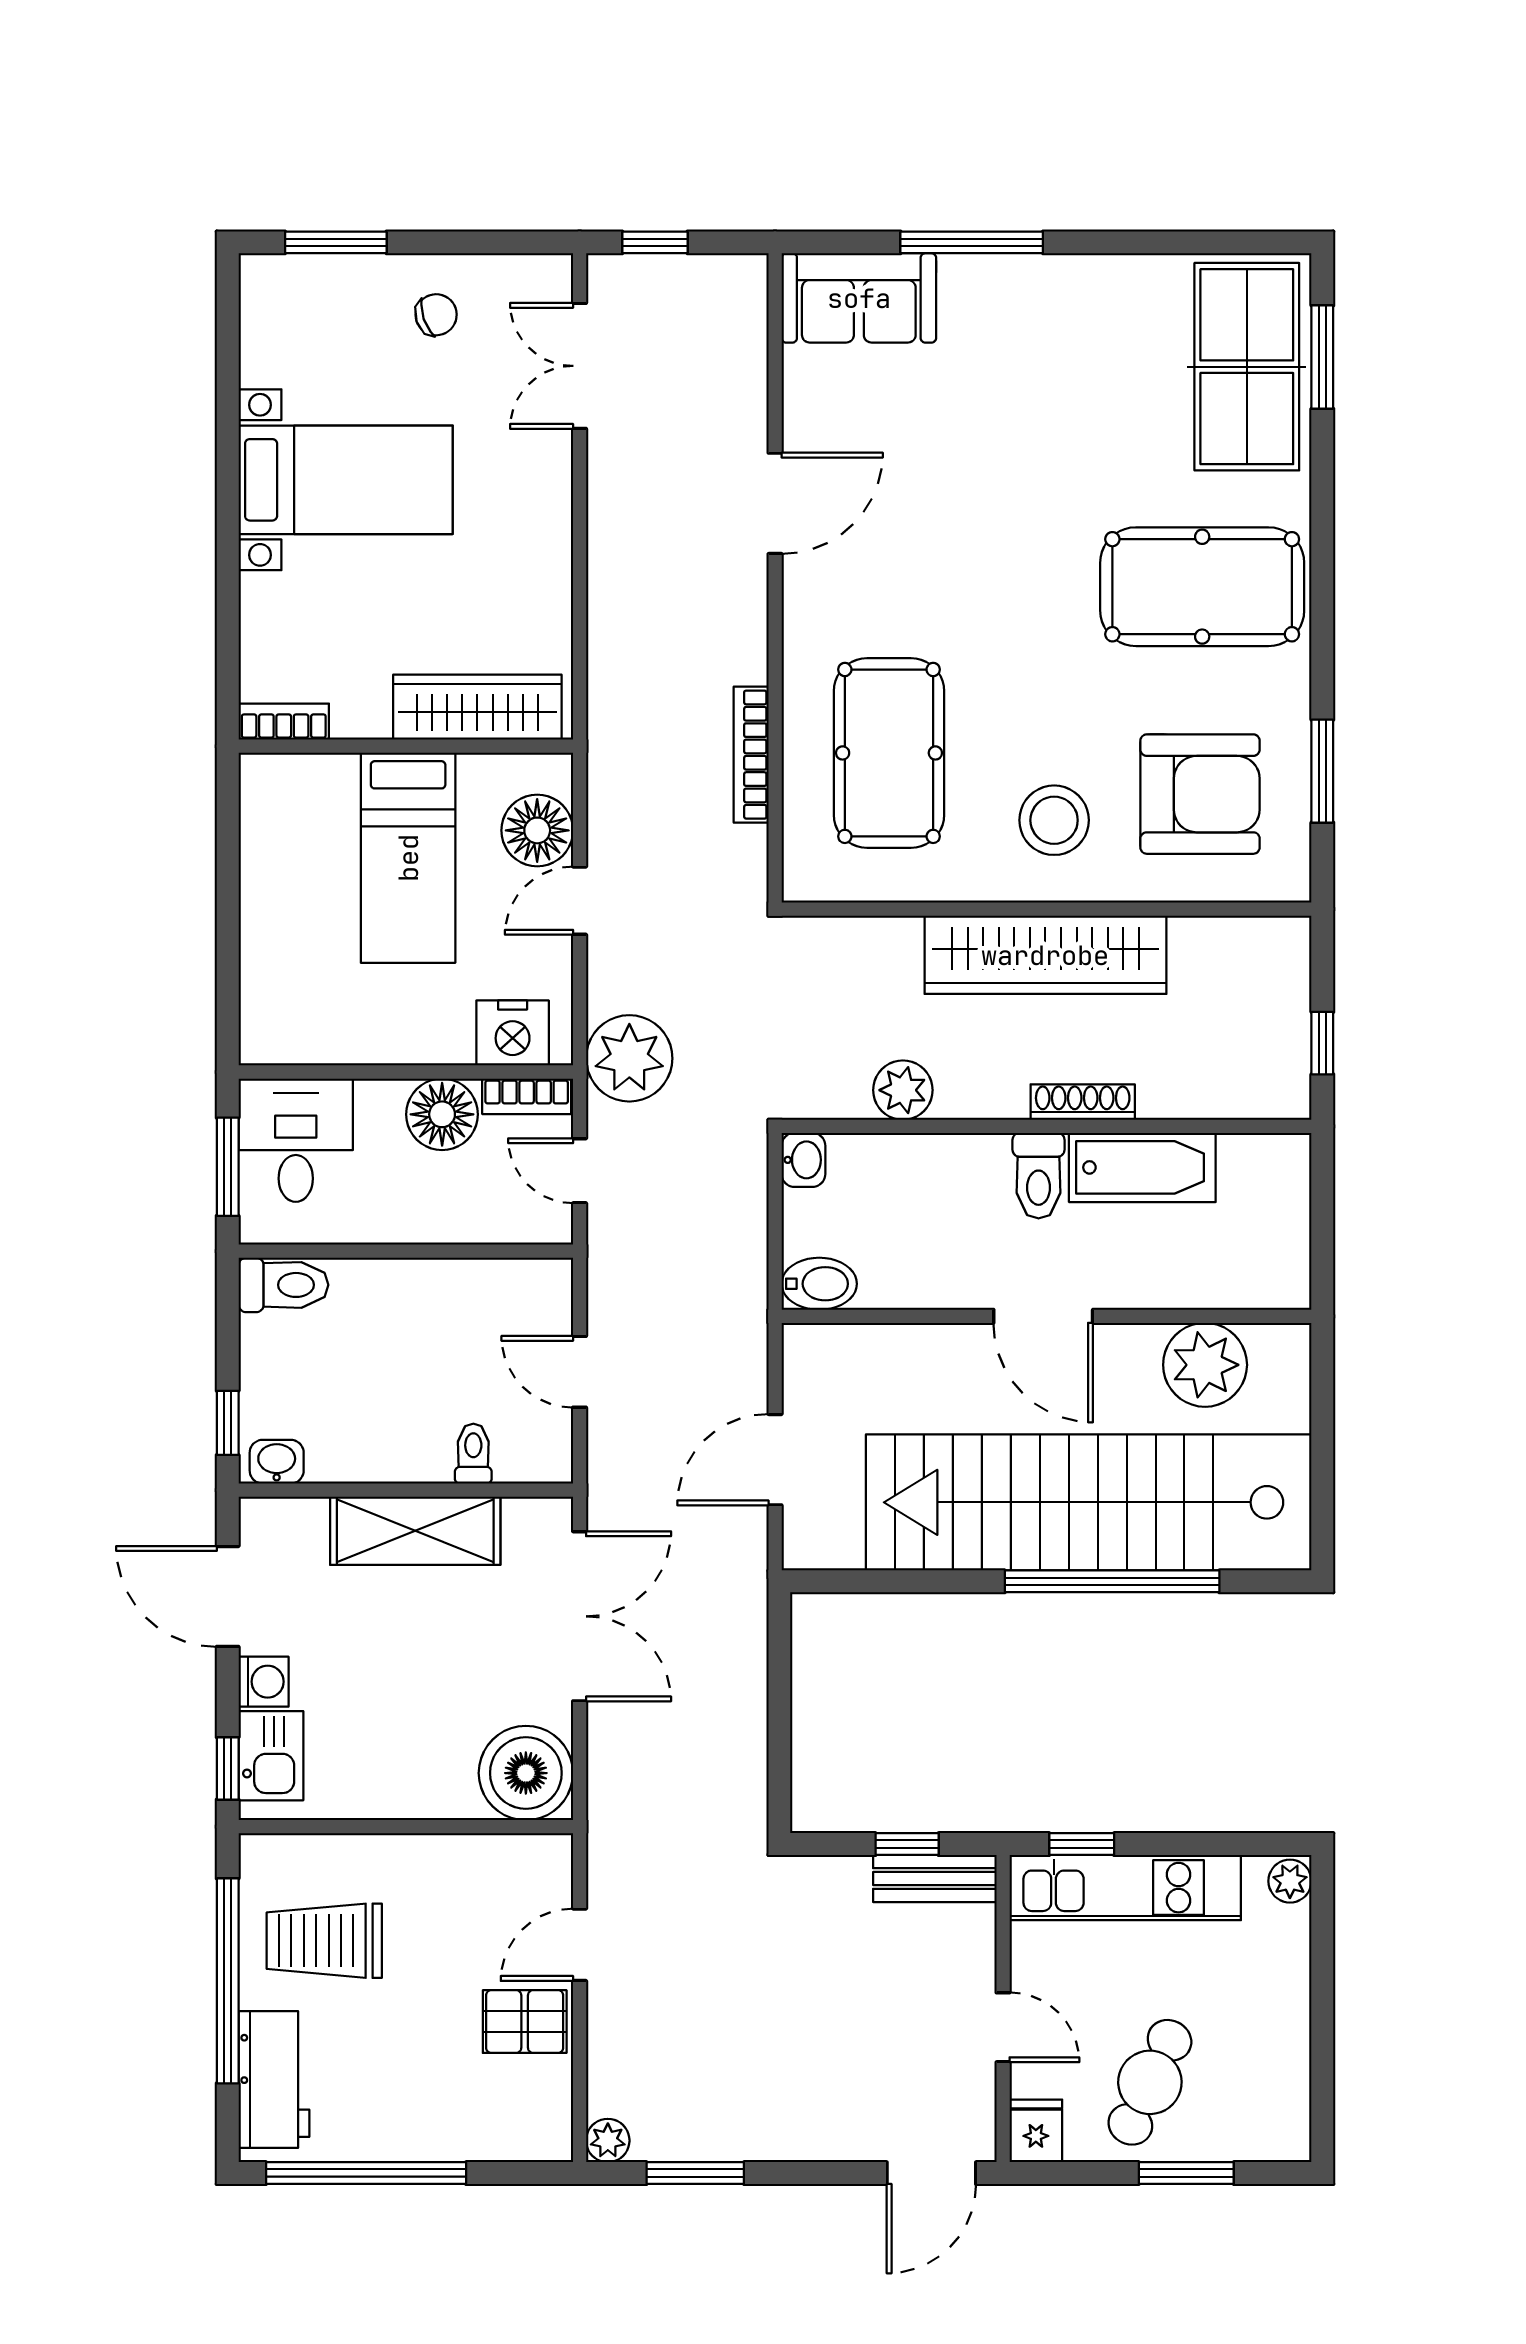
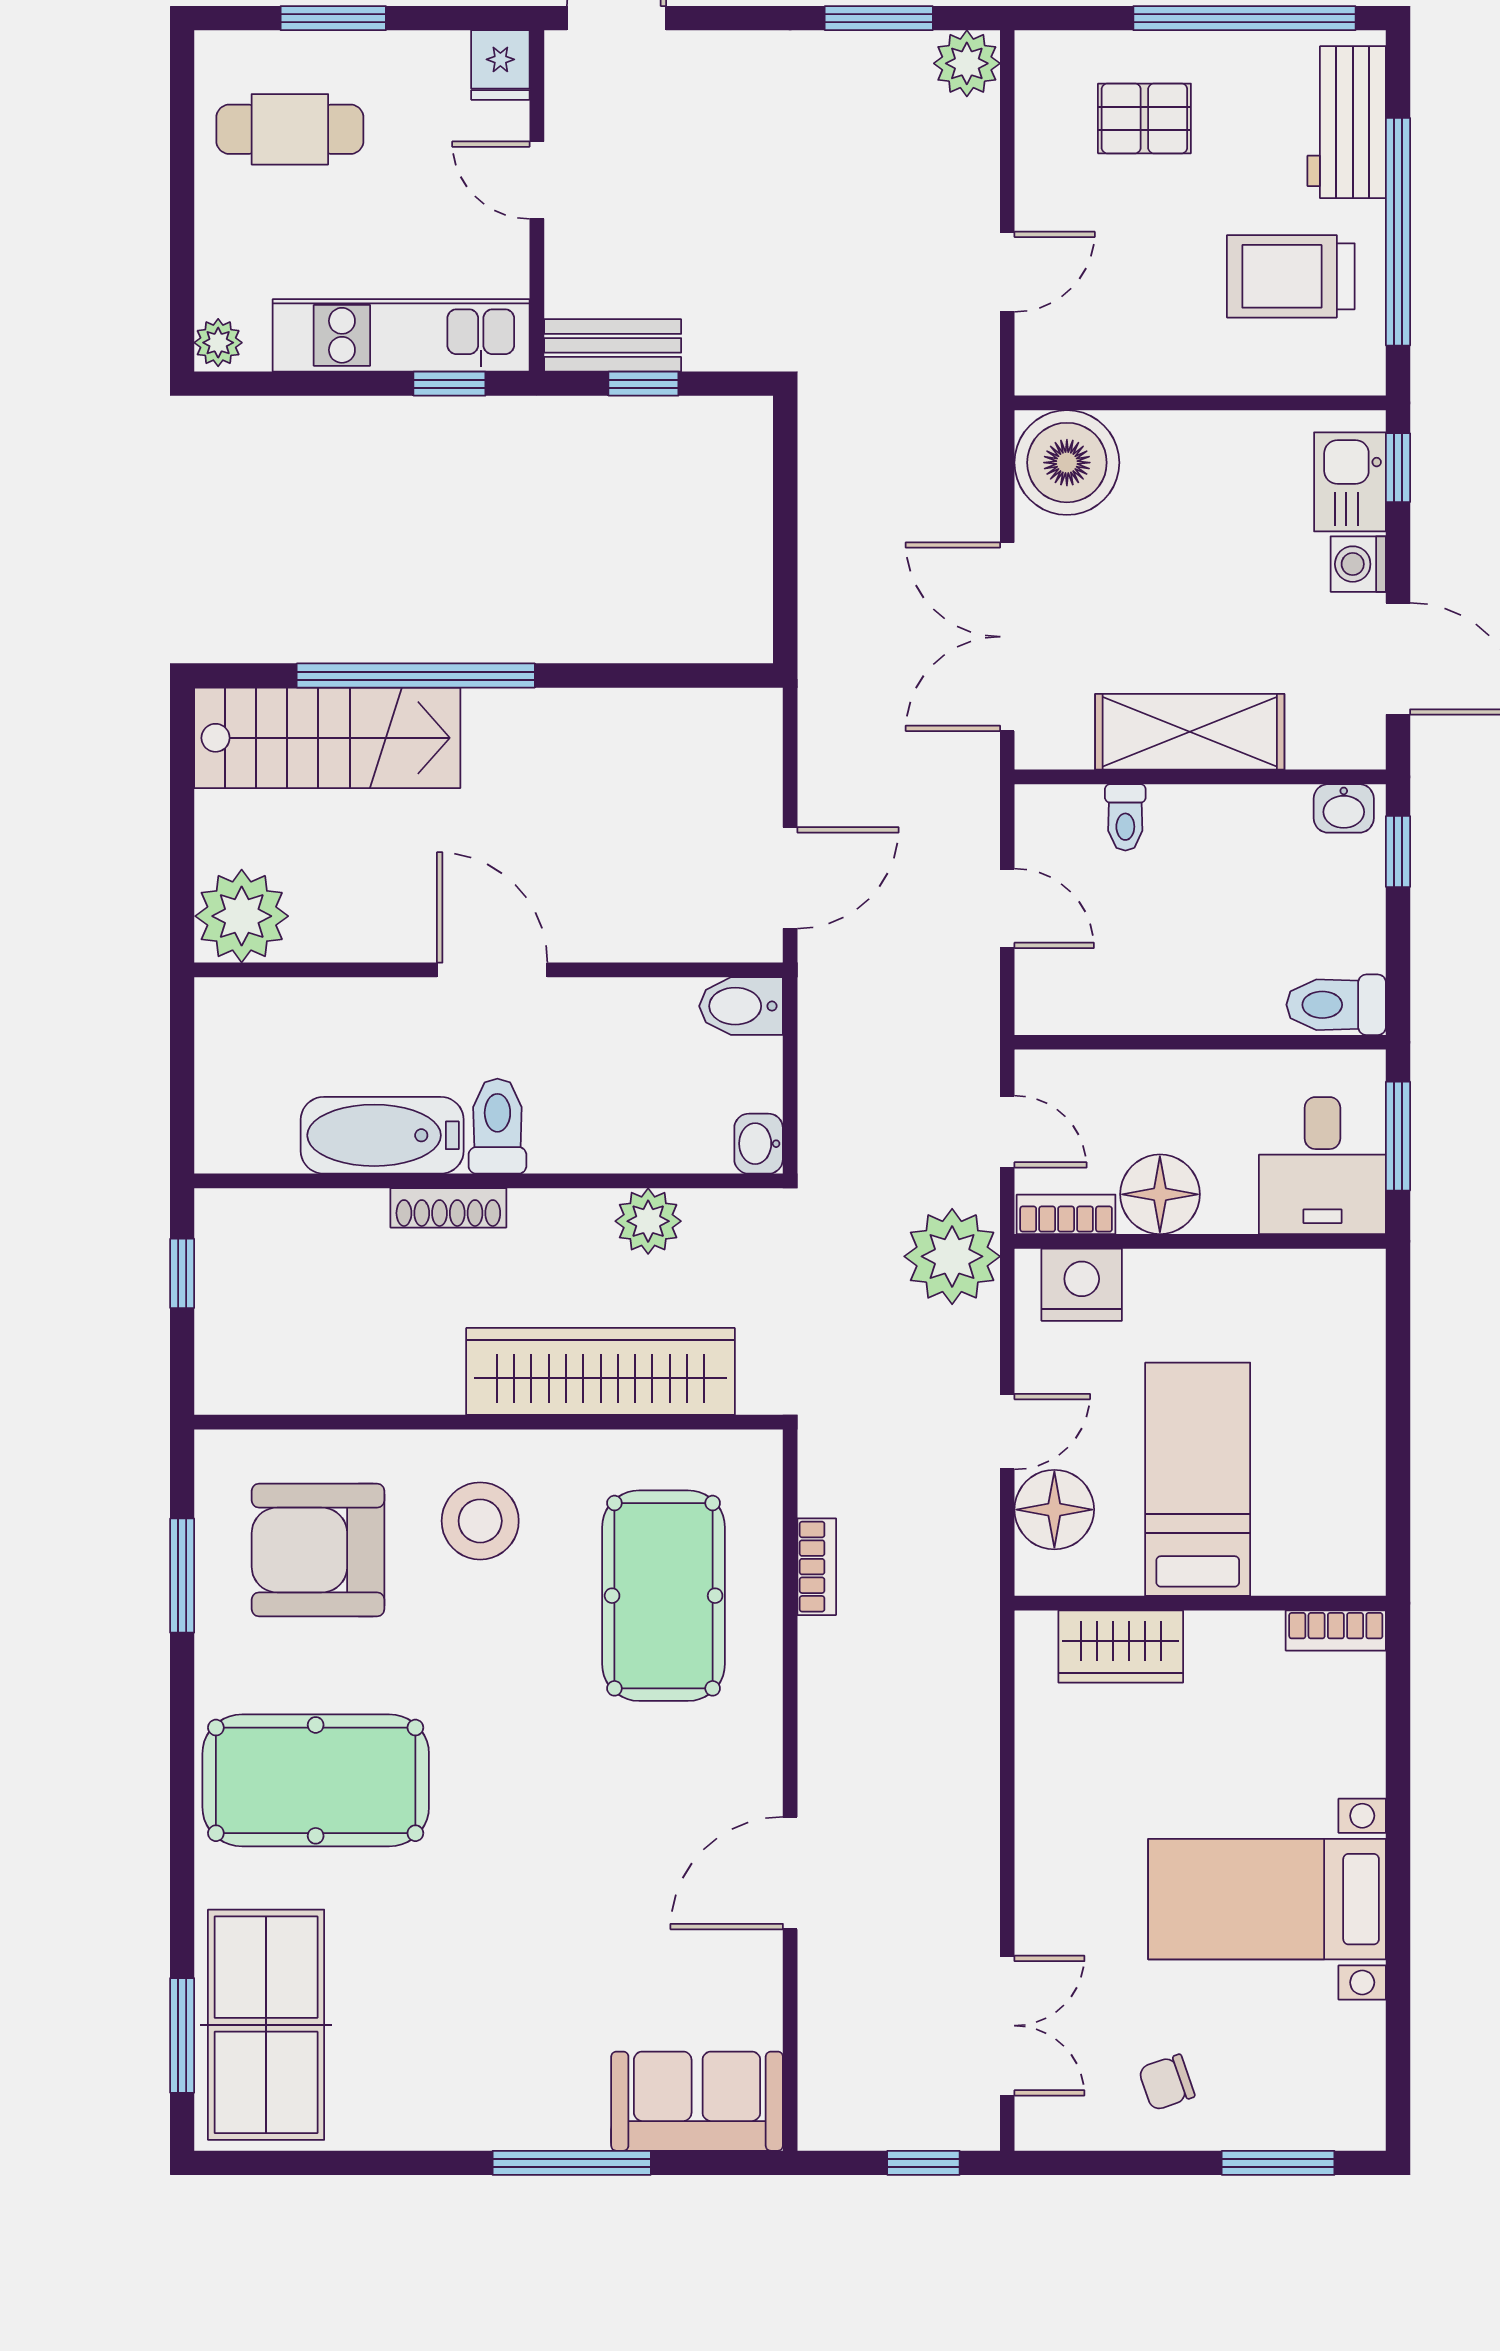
wardrobe: (477, 707) -> (1121, 1647), width x0.67
bookcase: (751, 755) -> (817, 1567), width x0.64
wardrobe: (1045, 955) -> (601, 1371), moved
plant: (1205, 1365) -> (242, 916), moved
door: (775, 1460) -> (790, 878), moved
stairs: (1089, 1502) -> (327, 738), width x0.54, depth x0.66
trolley: (324, 1941) -> (1291, 276), turned 180
pallet: (525, 2022) -> (1144, 118), moved
cafe table: (1150, 2082) -> (290, 129), moved, turned 65
plant: (608, 2141) -> (967, 63), width x1.38, depth x1.38

